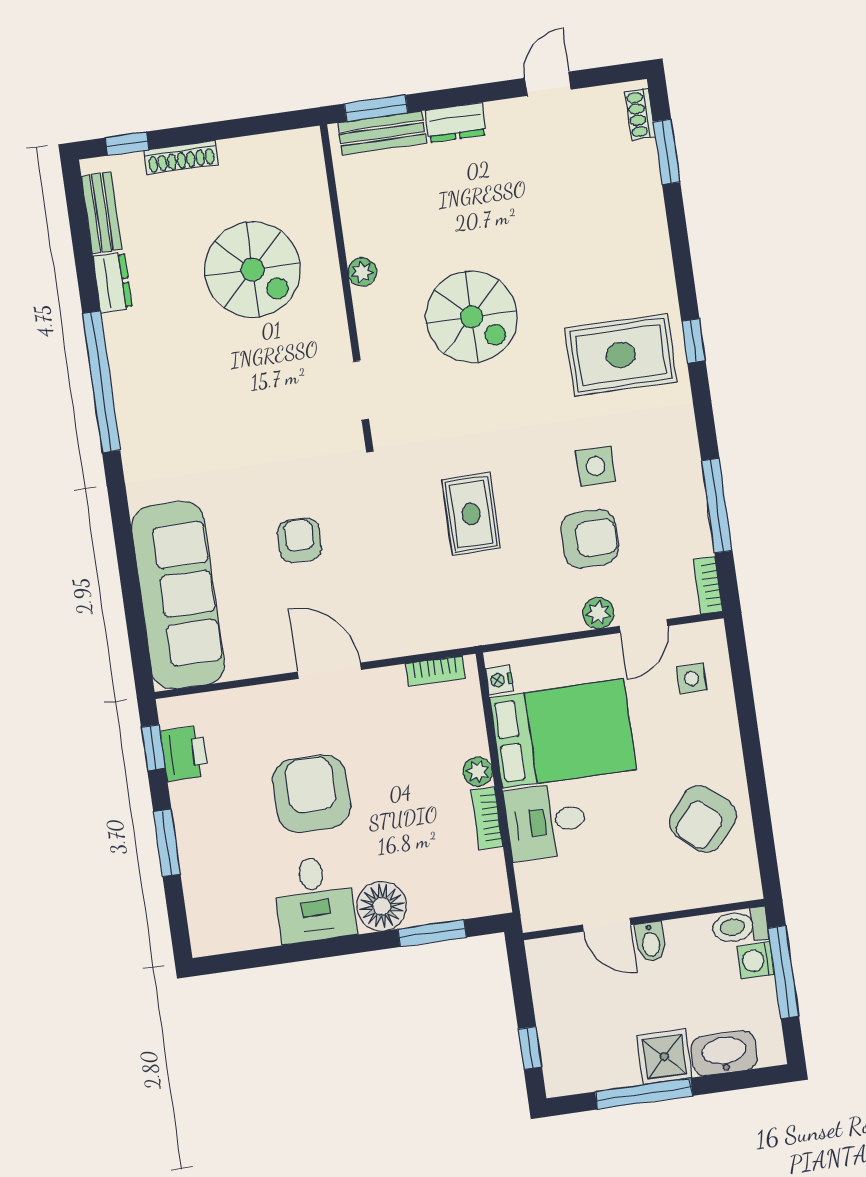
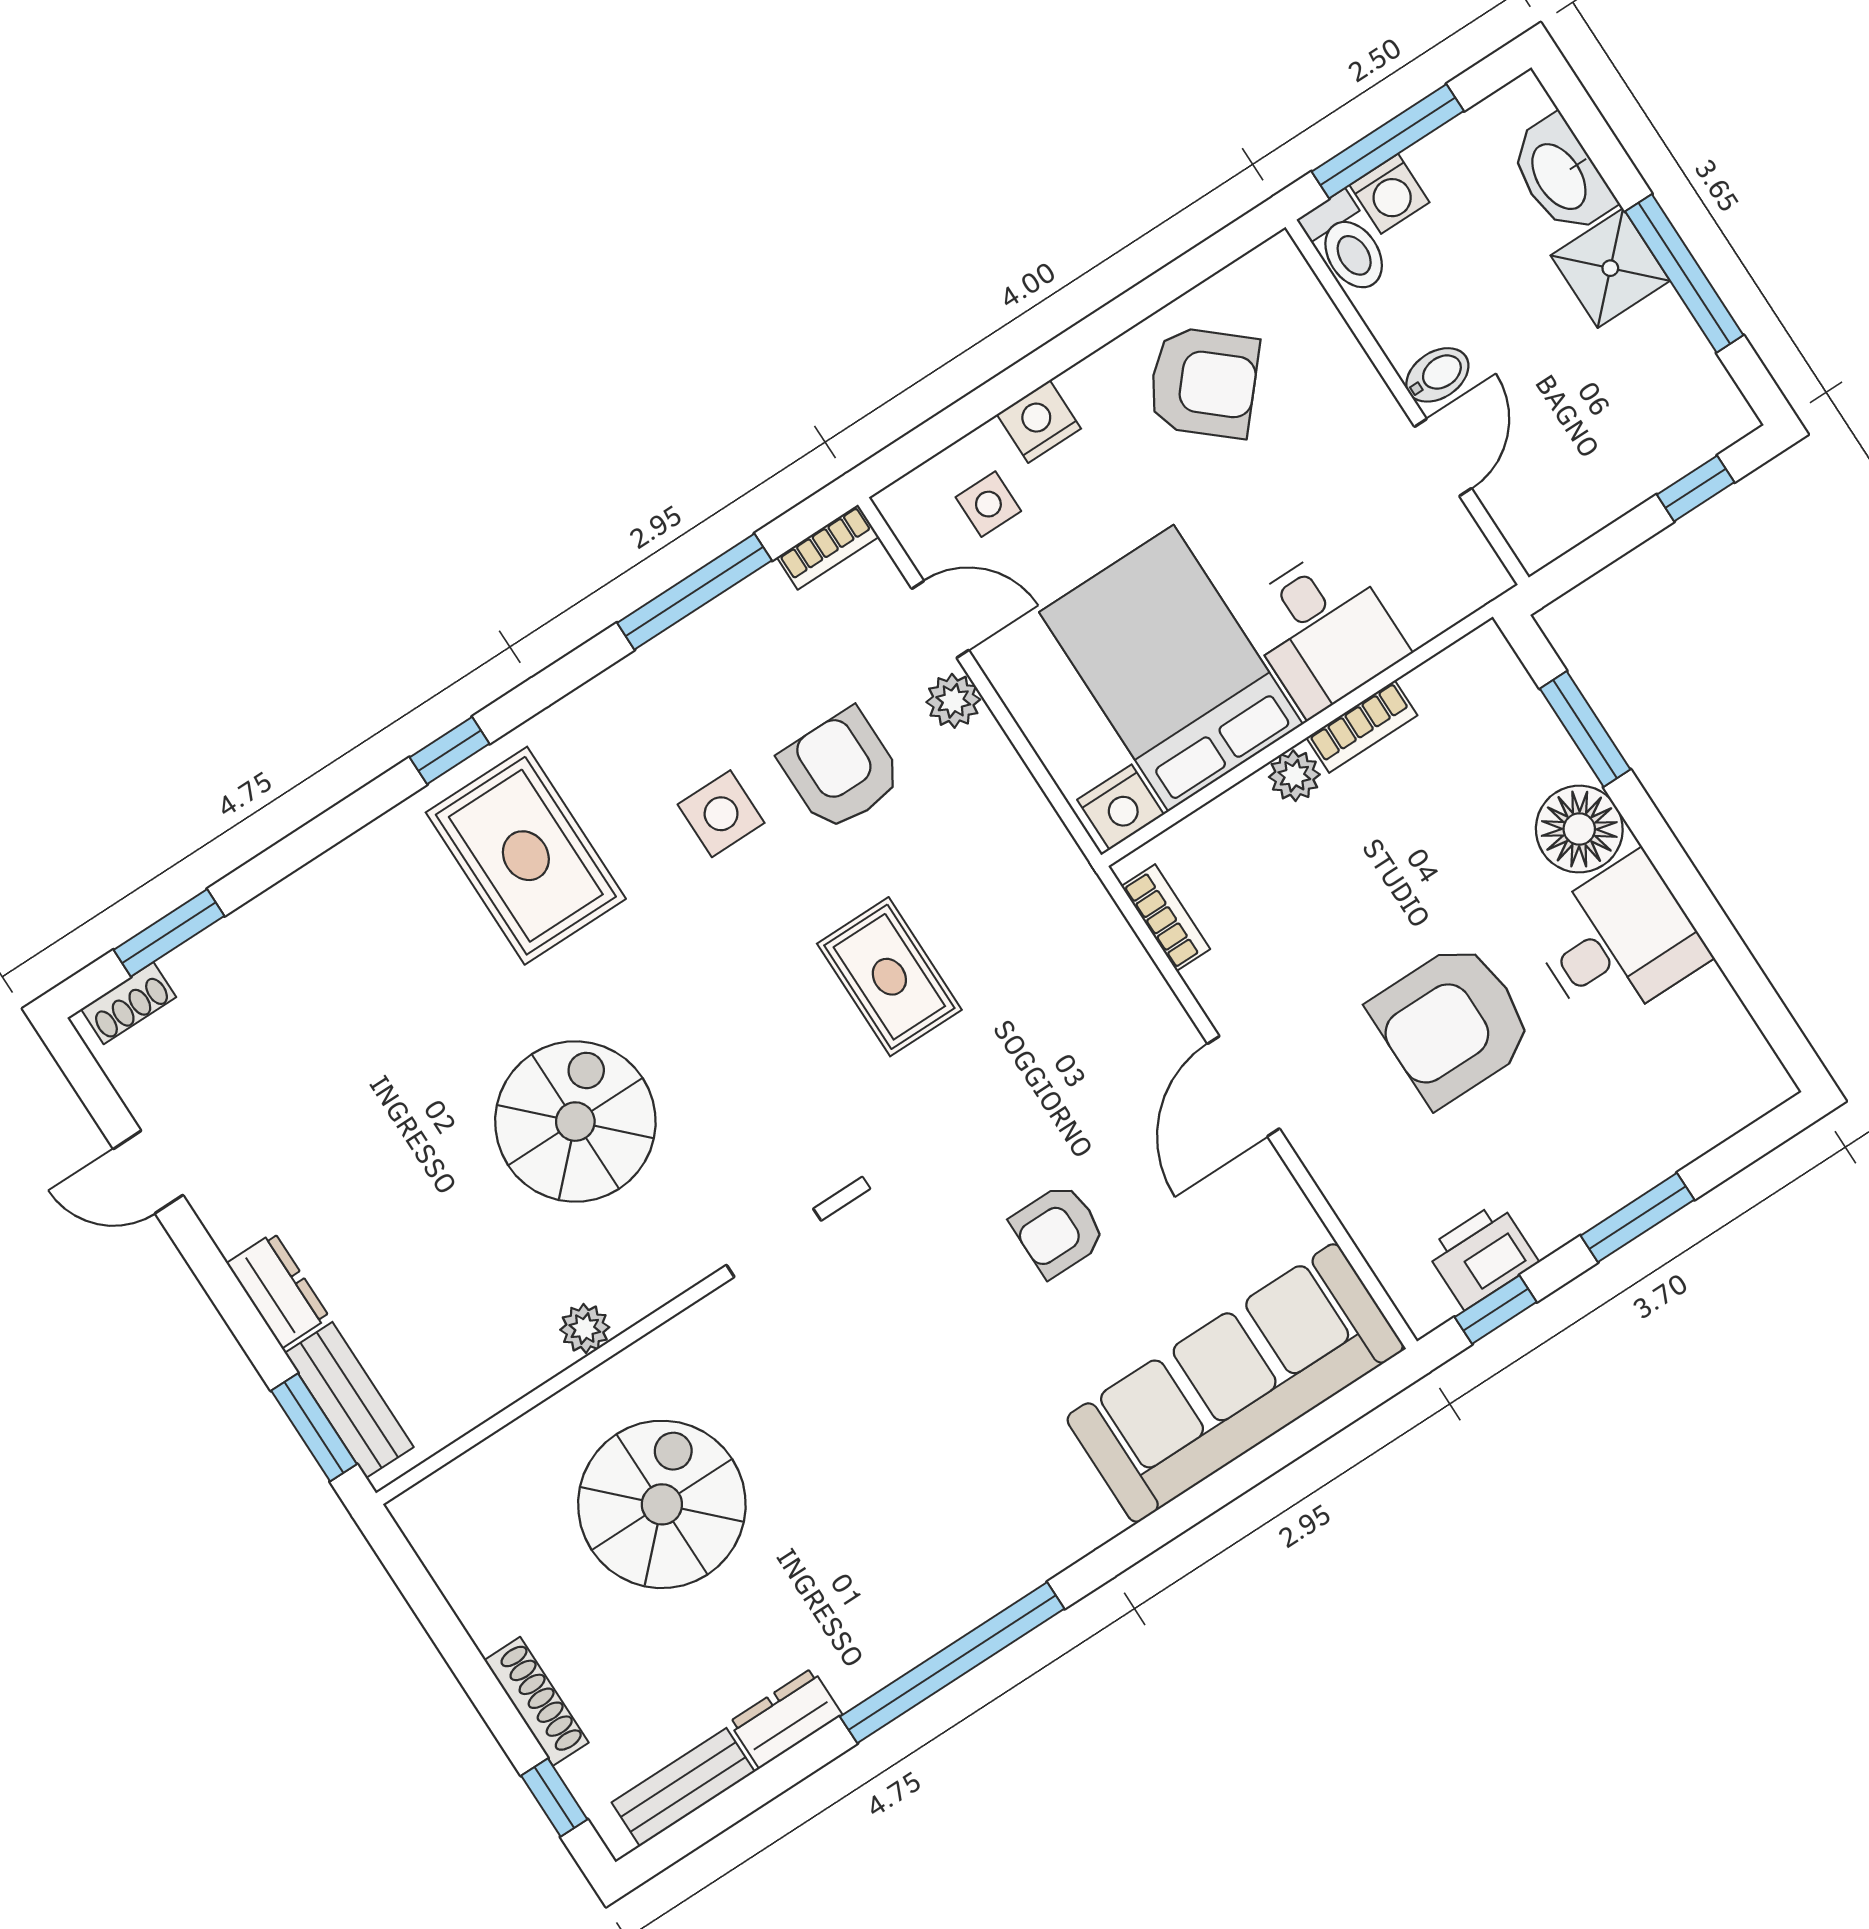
rug: (471, 514) -> (889, 977), turned 90
nightstand: (499, 680) -> (1121, 807), width x1.39, depth x1.35
nightstand: (722, 724) -> (1039, 422), added

